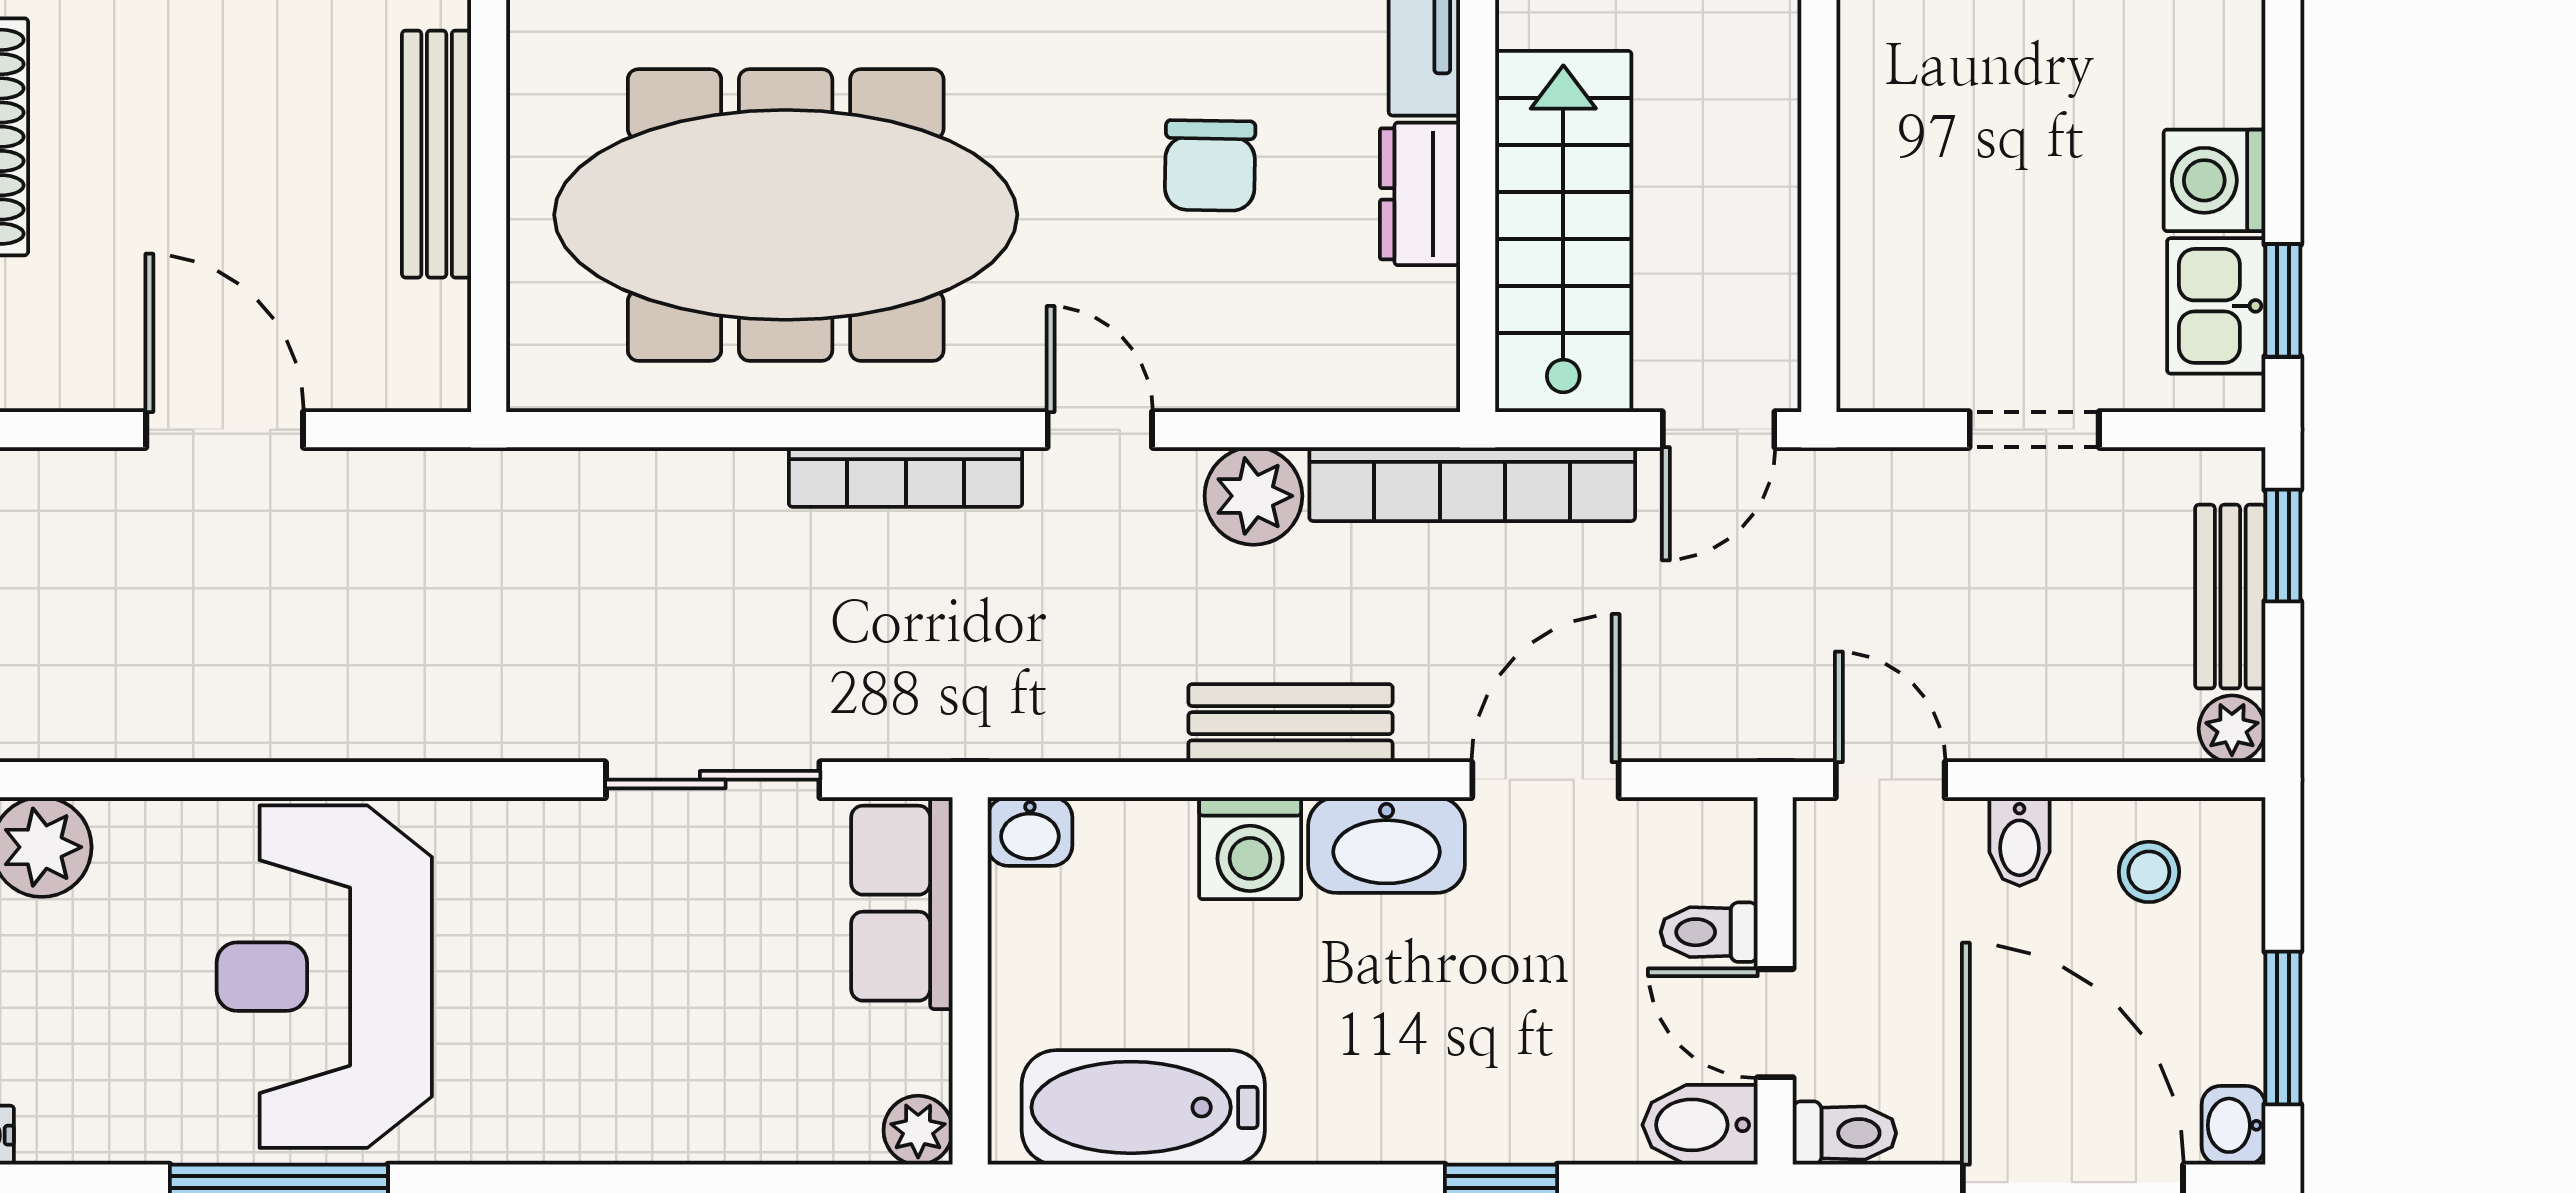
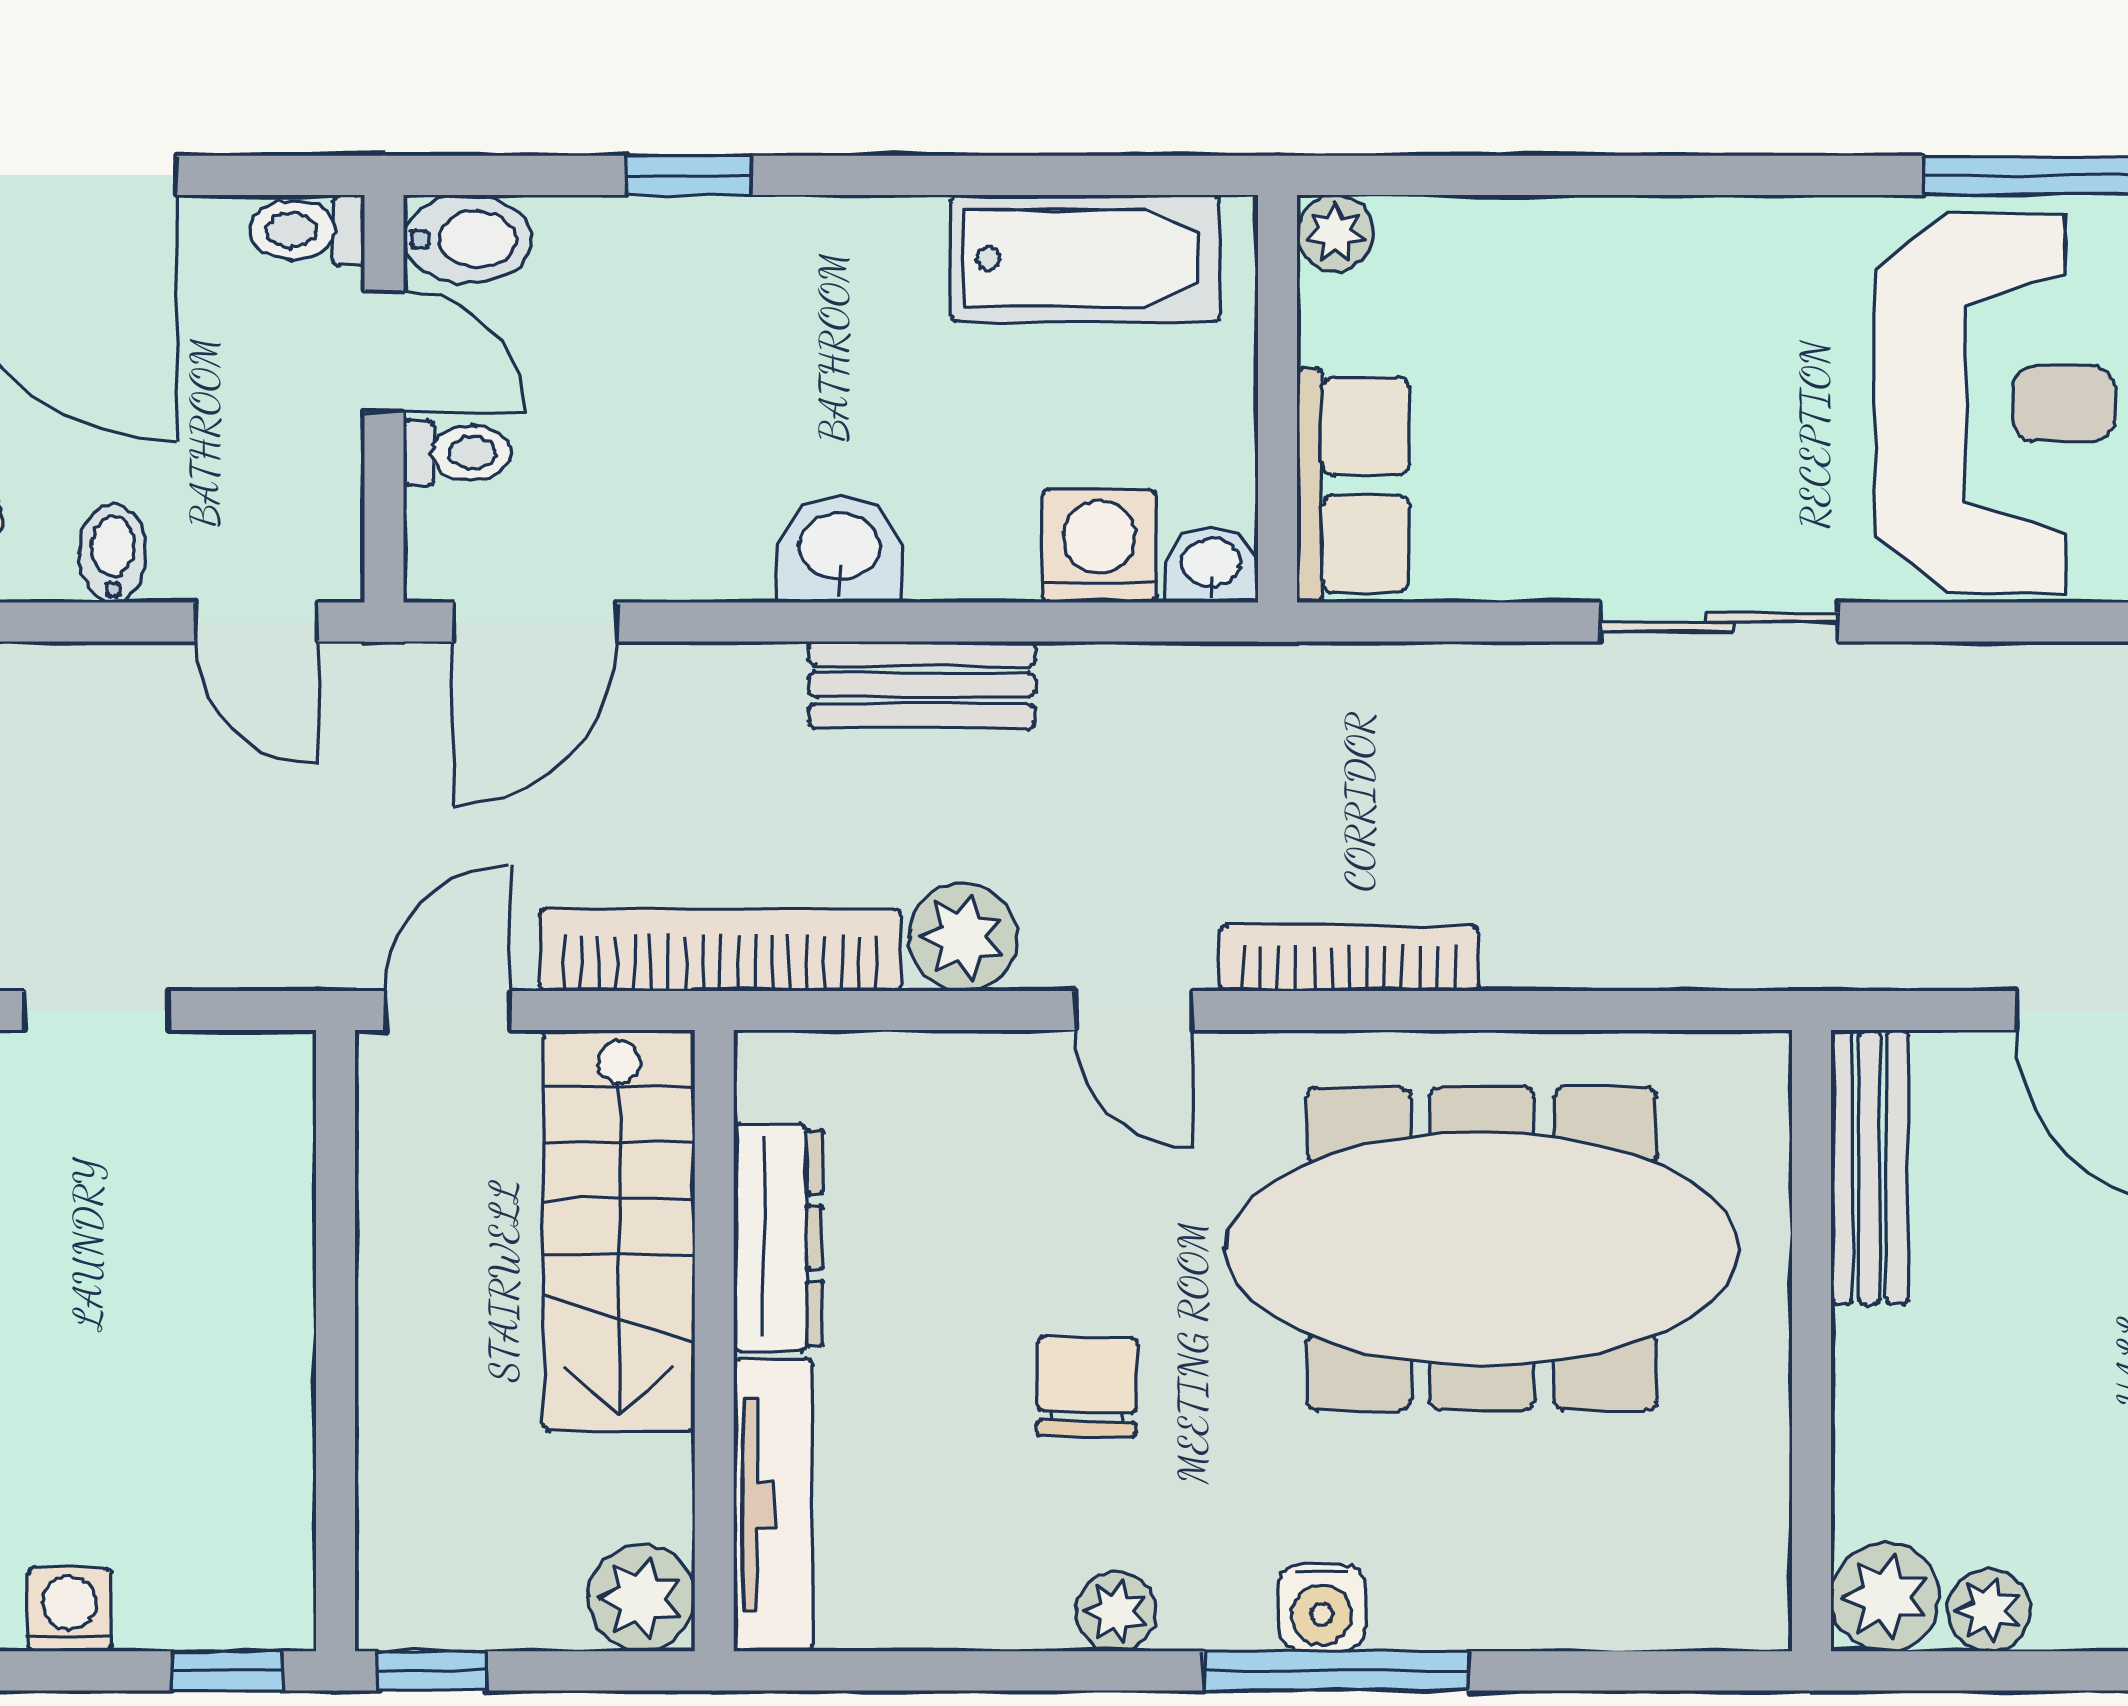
bench: (437, 154) -> (1869, 1167), moved
chair: (1210, 165) -> (1087, 1387), moved
dresser: (1420, 194) -> (778, 1237), width x1.44
sliding door: (713, 780) -> (1719, 622), moved
door: (1545, 780) -> (535, 622), moved
washbasin: (1387, 845) -> (839, 549), width x0.72
washing machine: (1250, 848) -> (1099, 546), moved

